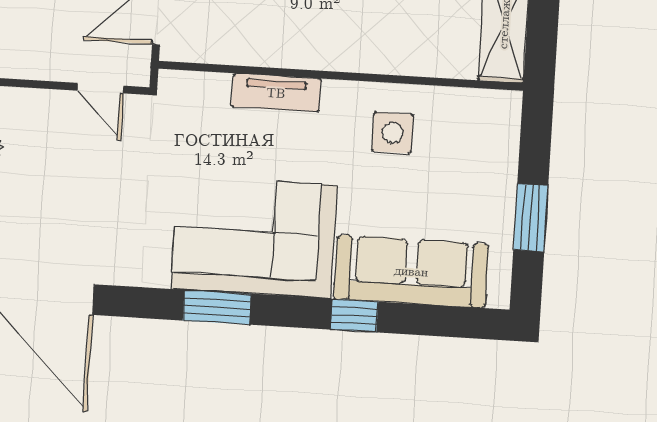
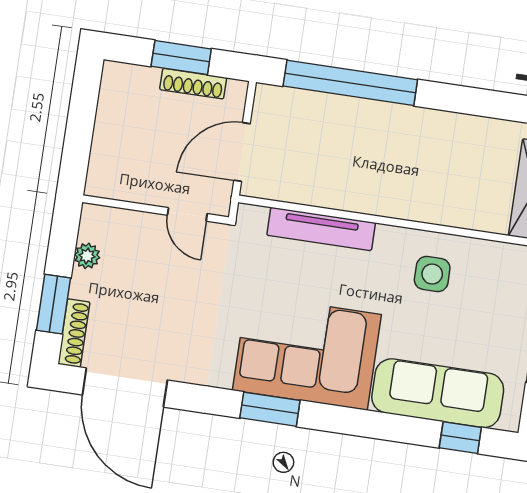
tv unit: (276, 93) -> (321, 229), width x1.41
window: (354, 316) -> (460, 438), moved

